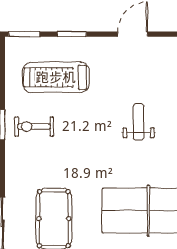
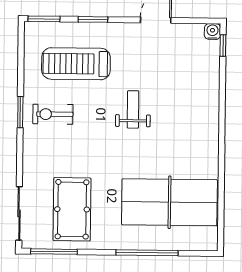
weight bench: (138, 122) -> (133, 109), moved

